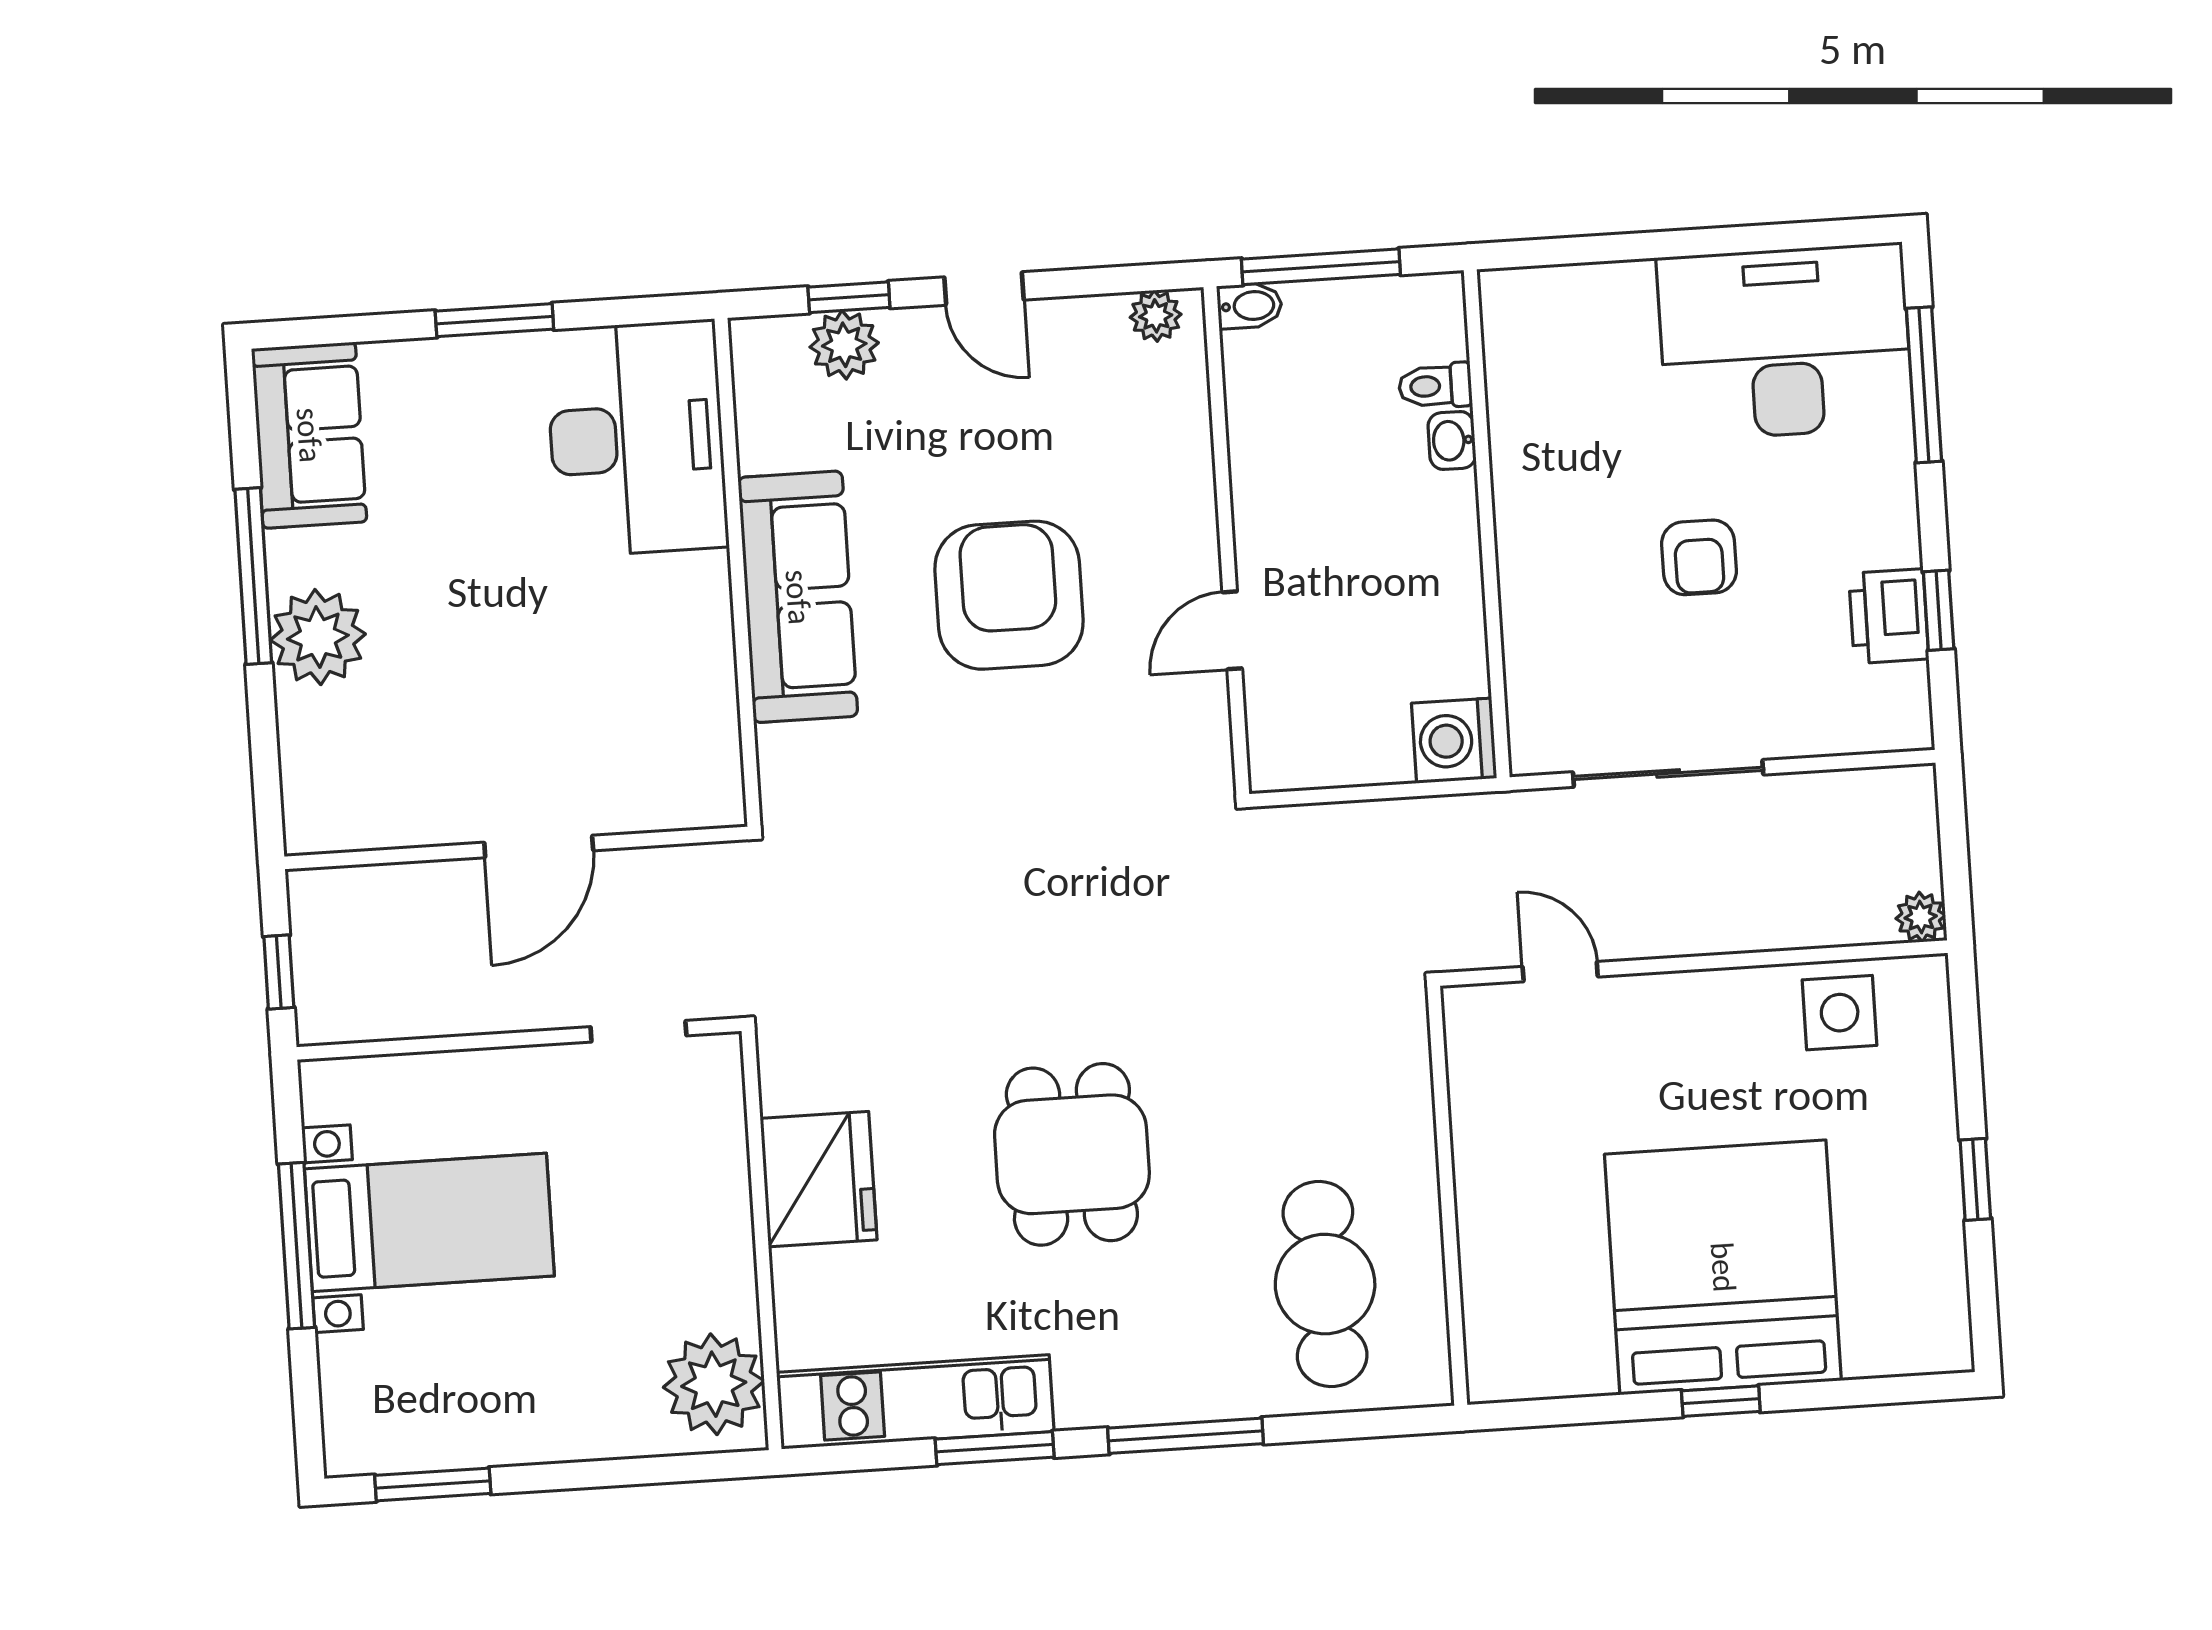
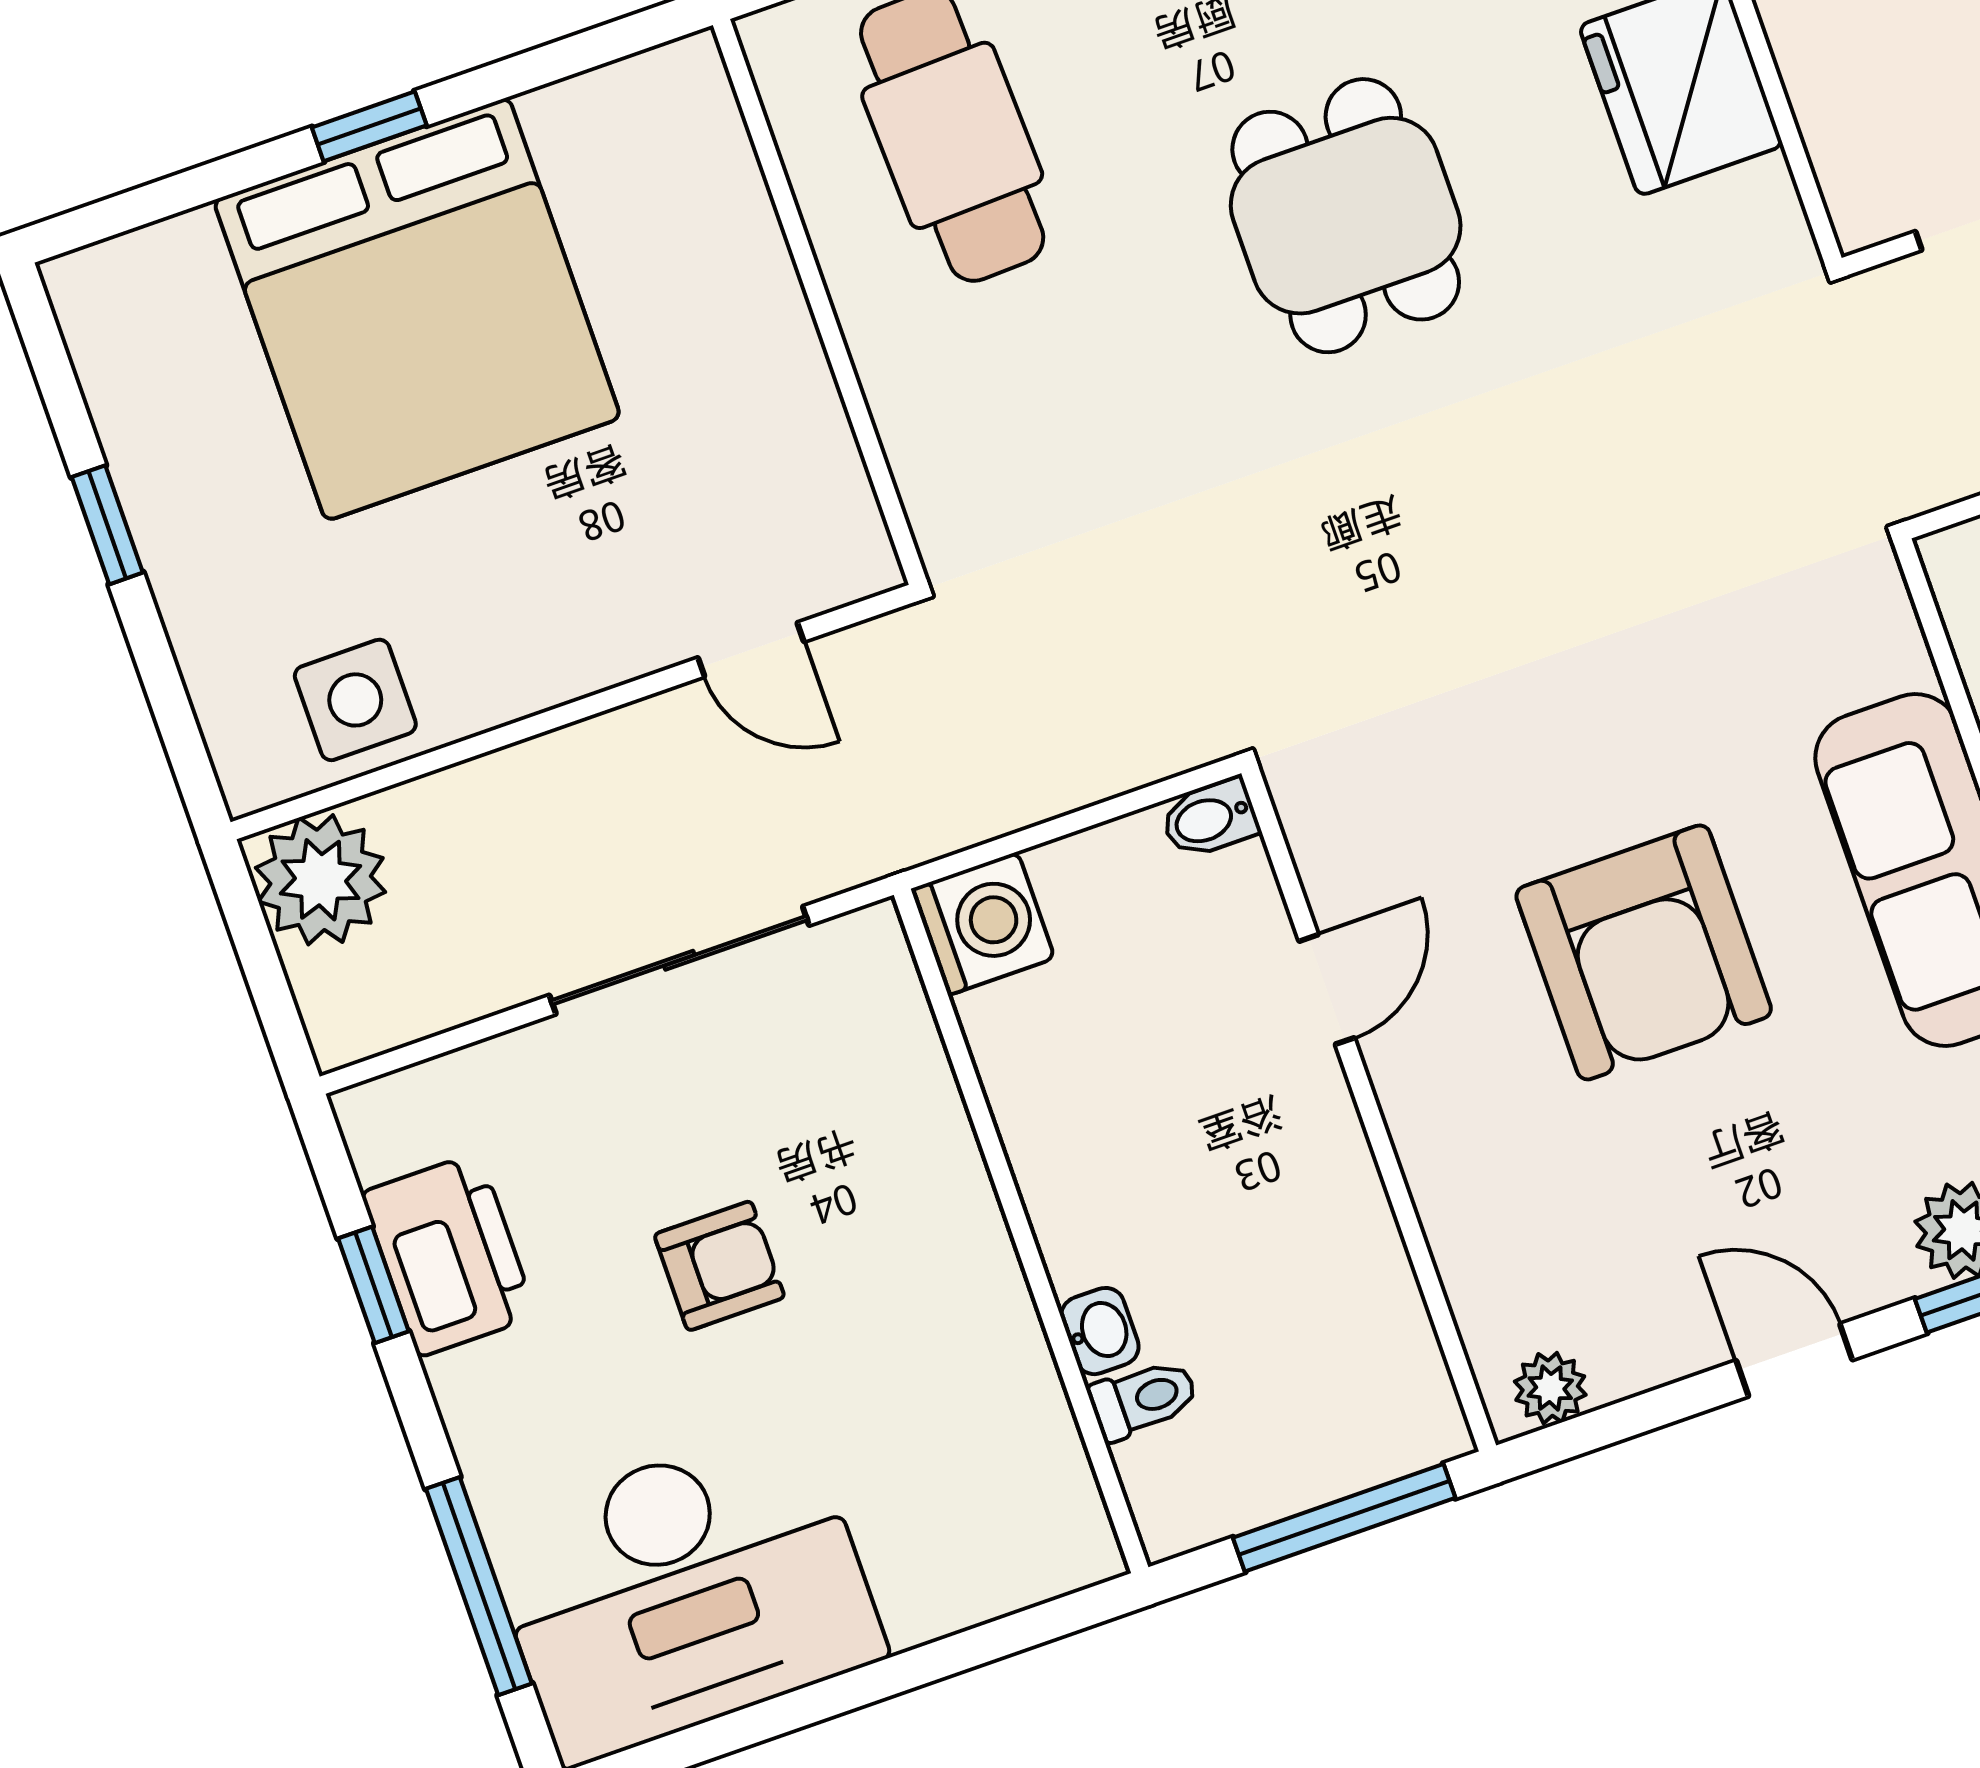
bidet: (1249, 306) -> (1210, 819), moved
armchair: (1699, 557) -> (719, 1266), turned 90
printer: (1889, 616) -> (449, 1255), width x1.37, depth x1.19
plant: (1921, 917) -> (321, 880), width x1.87, depth x1.87

